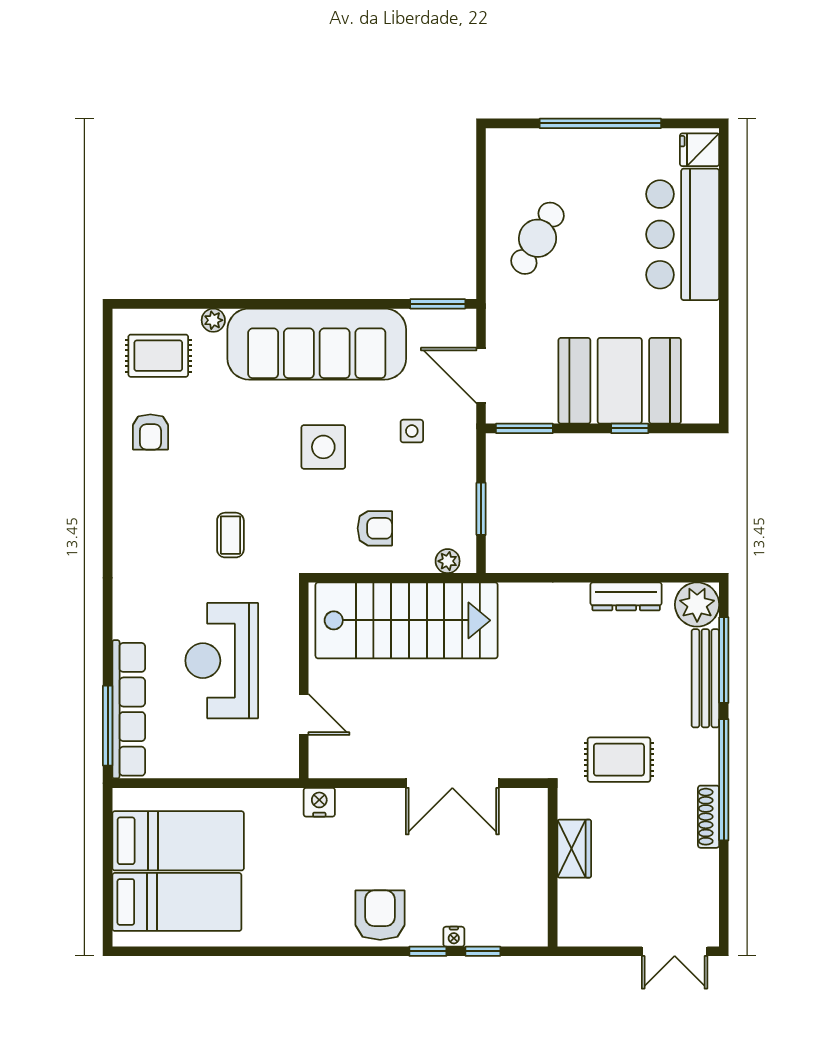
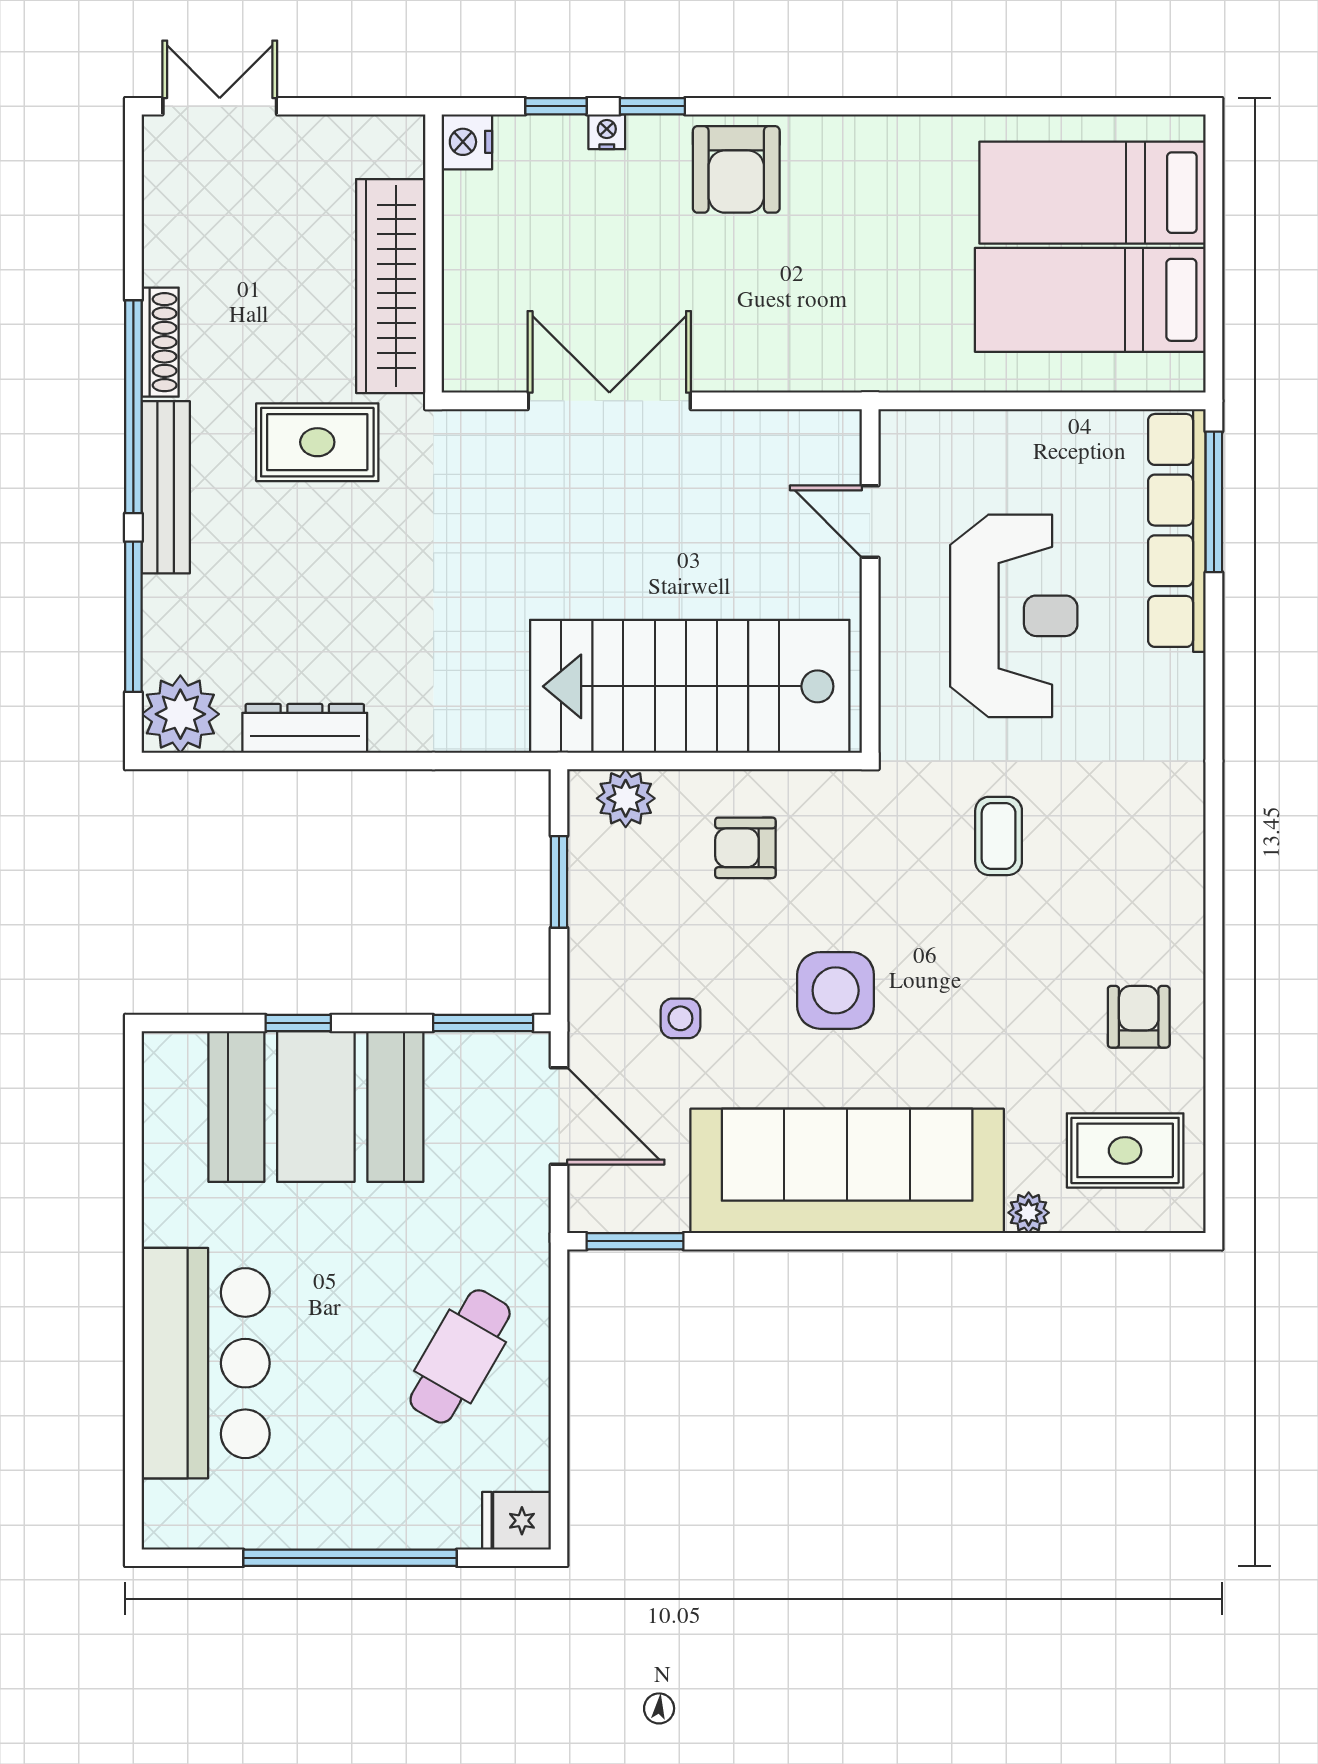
fridge: (700, 150) -> (516, 1521), moved, turned 180
plant: (448, 561) -> (626, 798), width x1.38, depth x1.38
bench: (705, 678) -> (166, 487), moved
nightstand: (319, 802) -> (467, 142), moved, turned 90
wardrobe: (574, 849) -> (391, 286), width x2.10, depth x1.17

